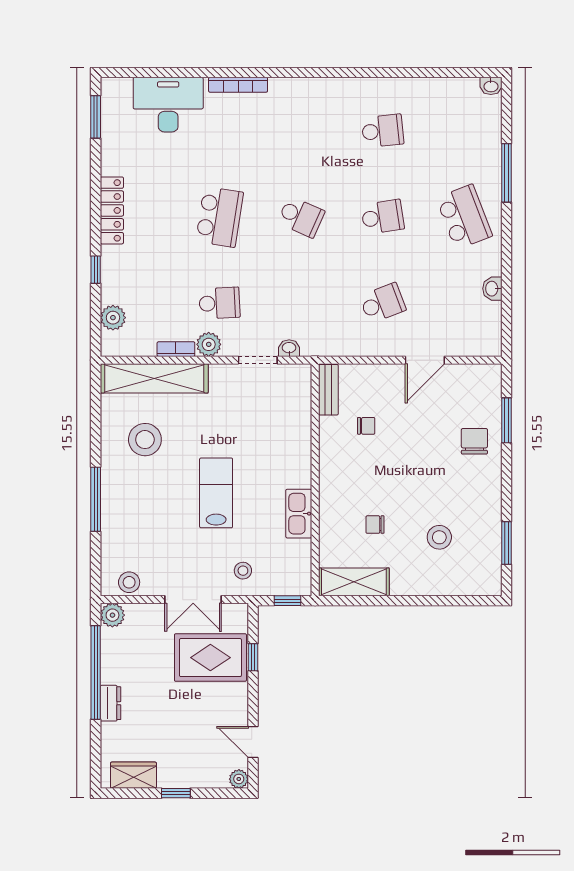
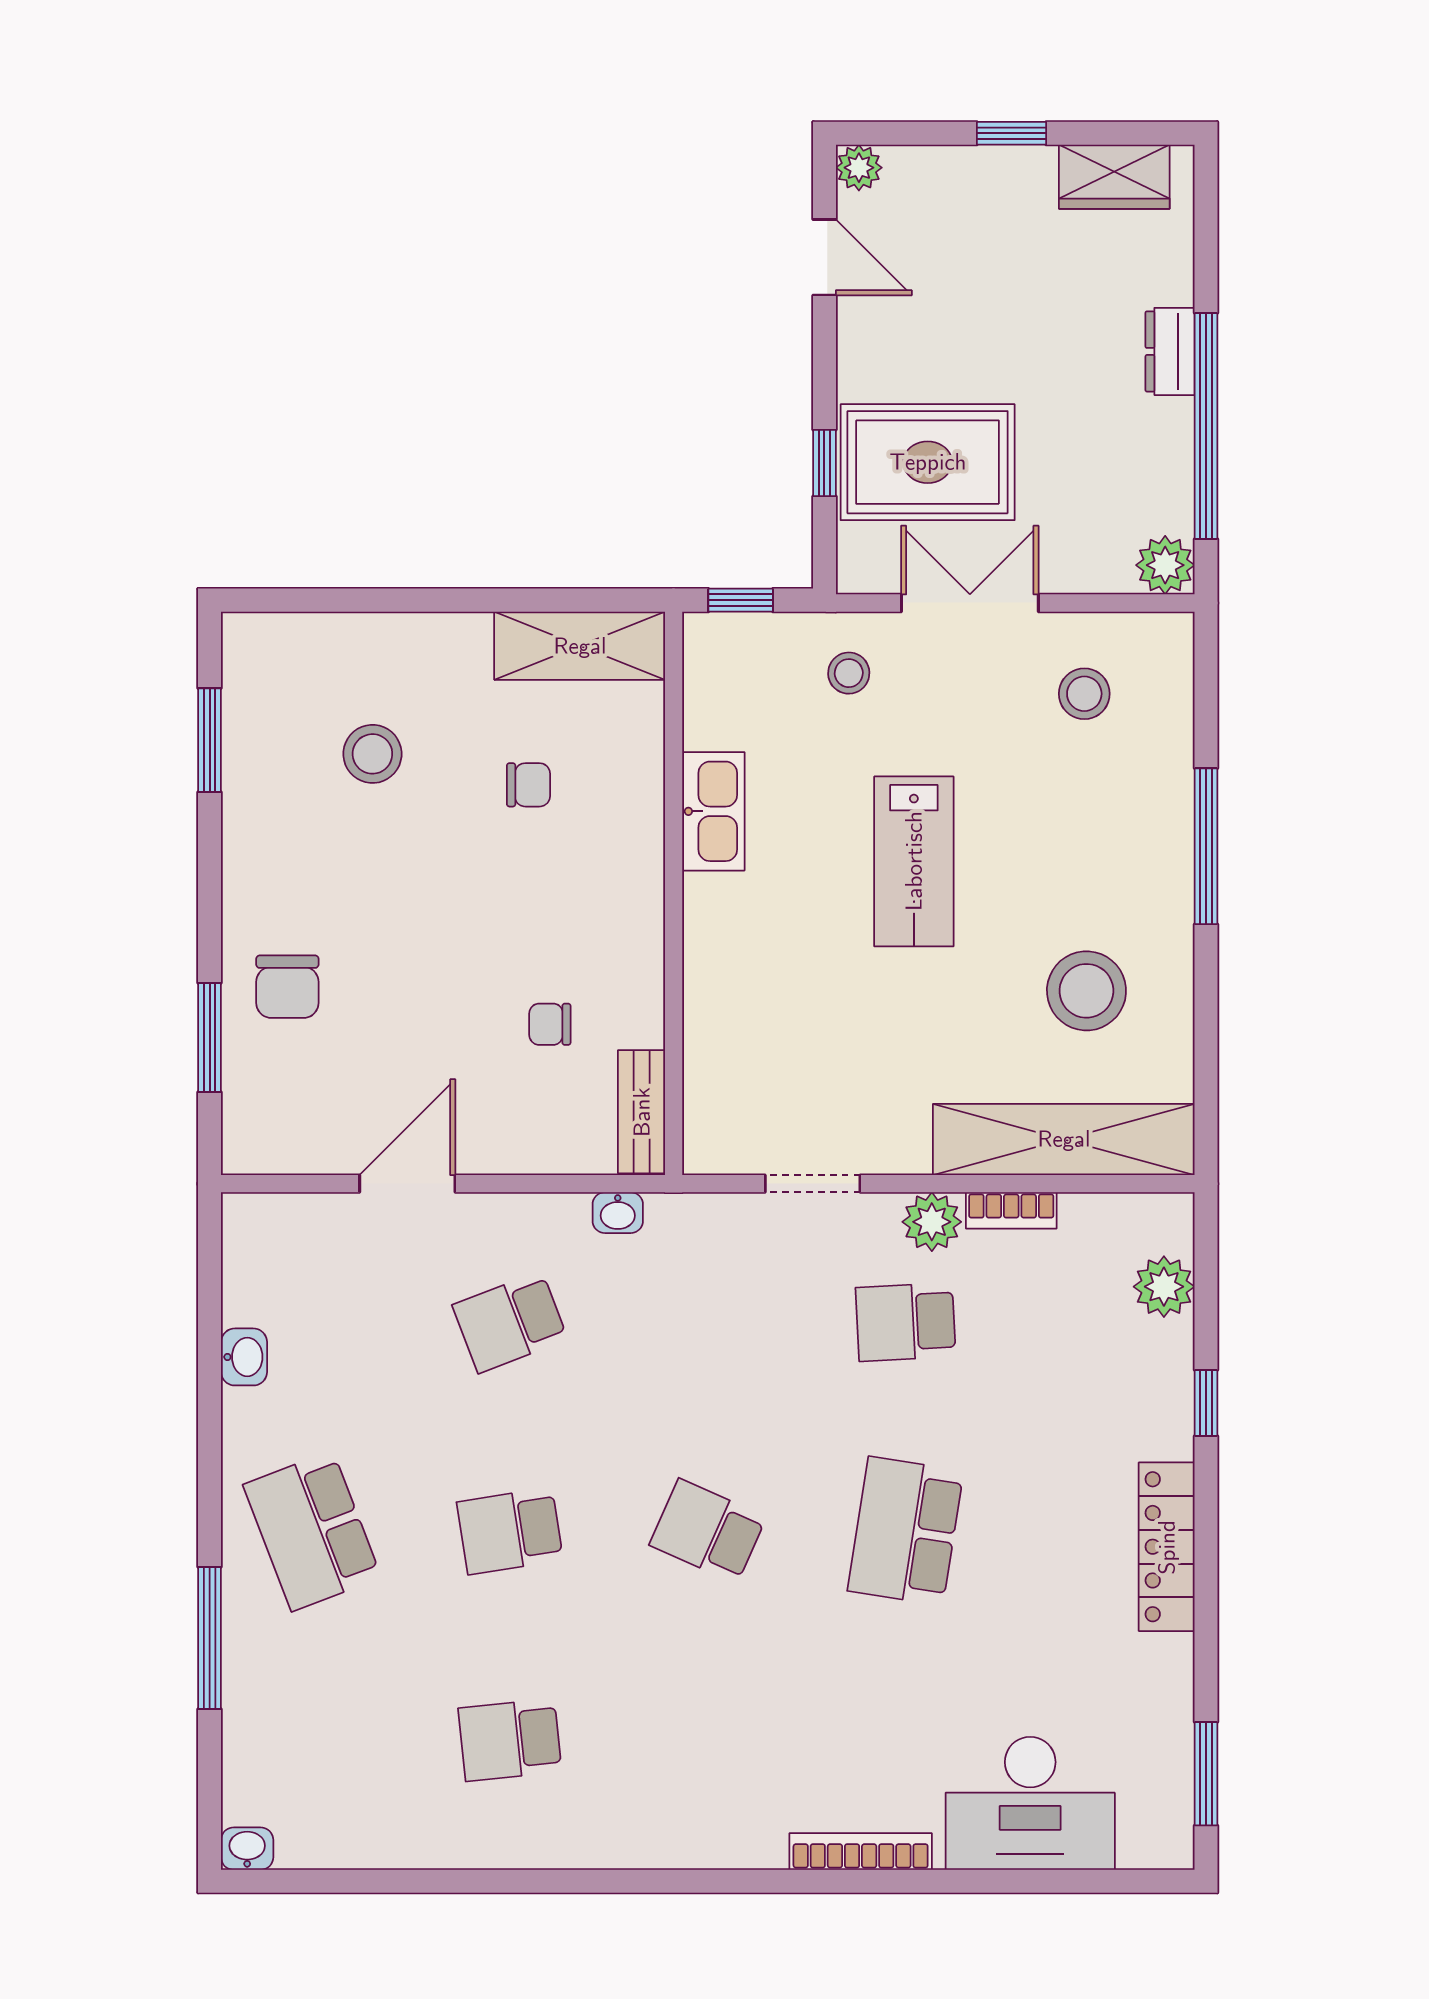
washbasin: (289, 348) -> (618, 1213), moved
stool: (129, 582) -> (1084, 694), moved

